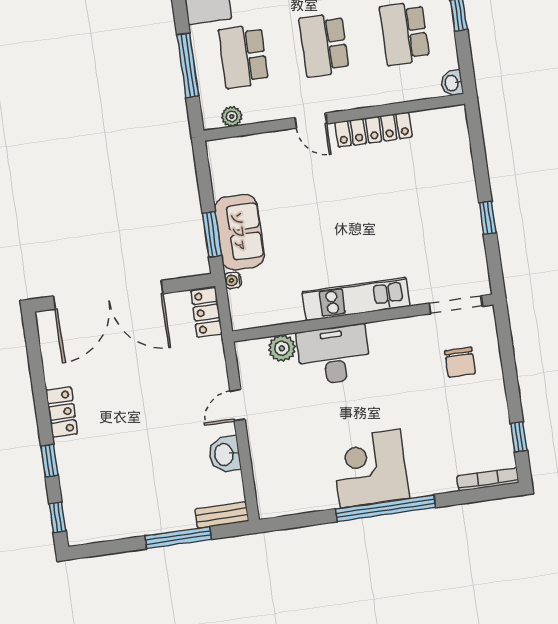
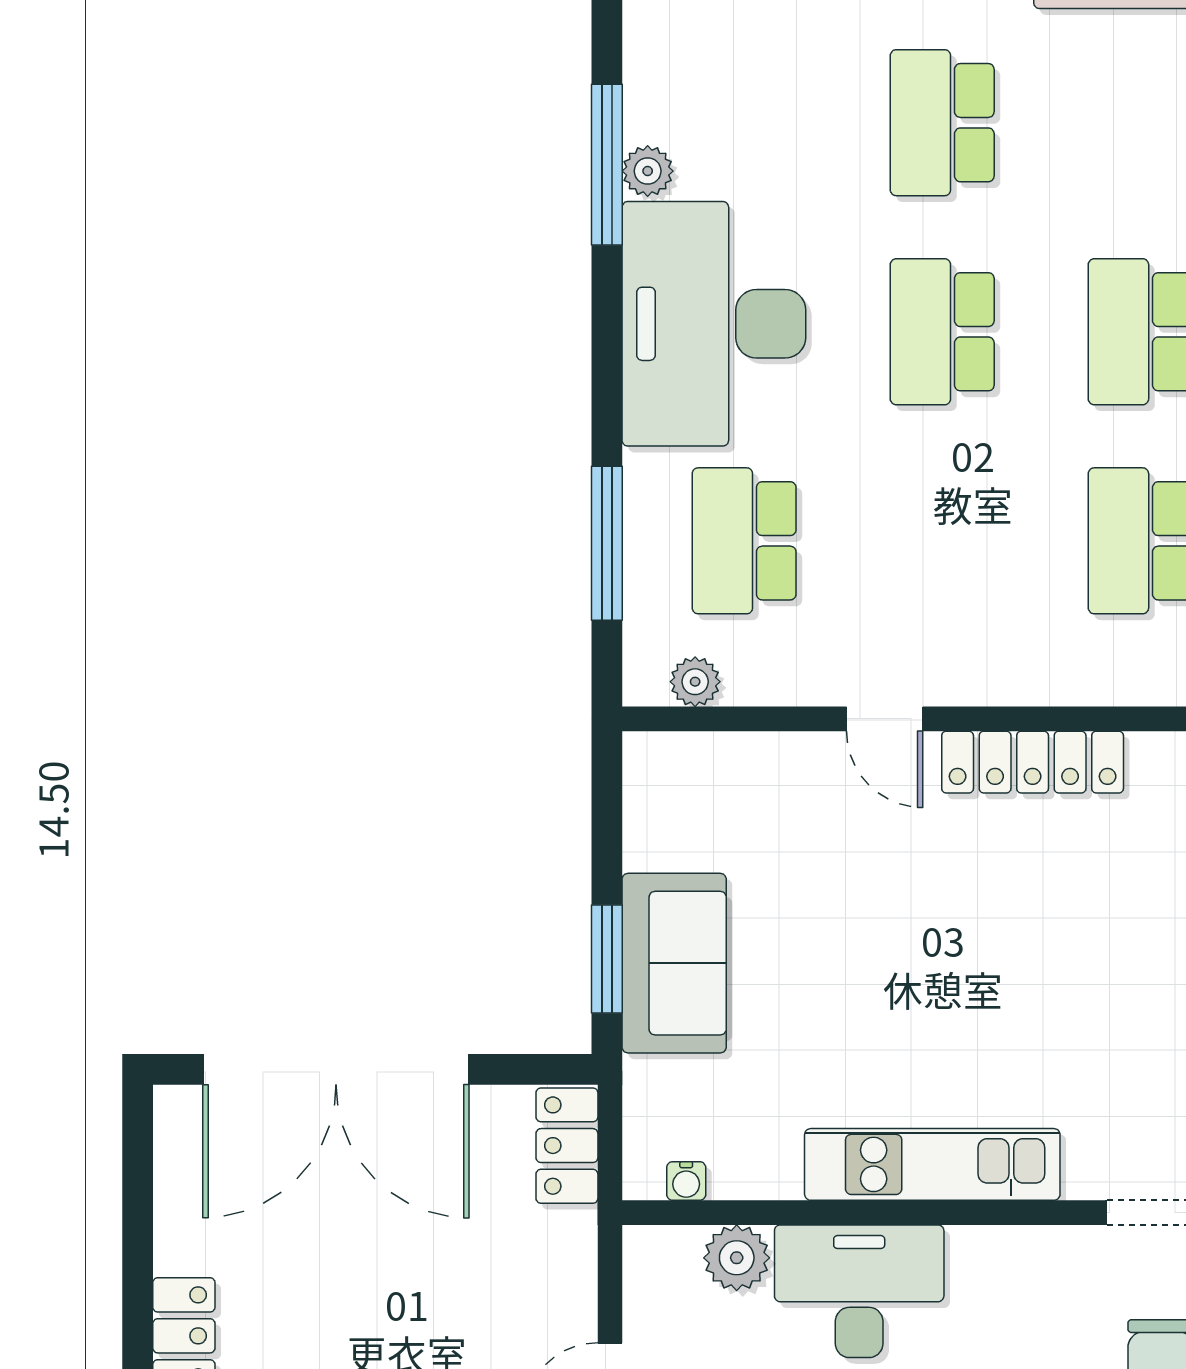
school desk: (324, 45) -> (942, 541), removed
water cooler: (233, 280) -> (686, 1181), moved, turned -90

